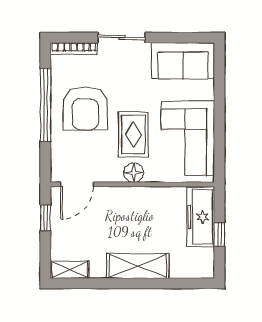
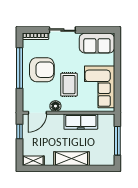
armchair: (85, 108) -> (42, 70), turned -90
floor lamp: (134, 173) -> (55, 106), moved
freezer: (201, 217) -> (81, 122), moved, turned -90
window: (219, 234) -> (117, 141), width x2.17

